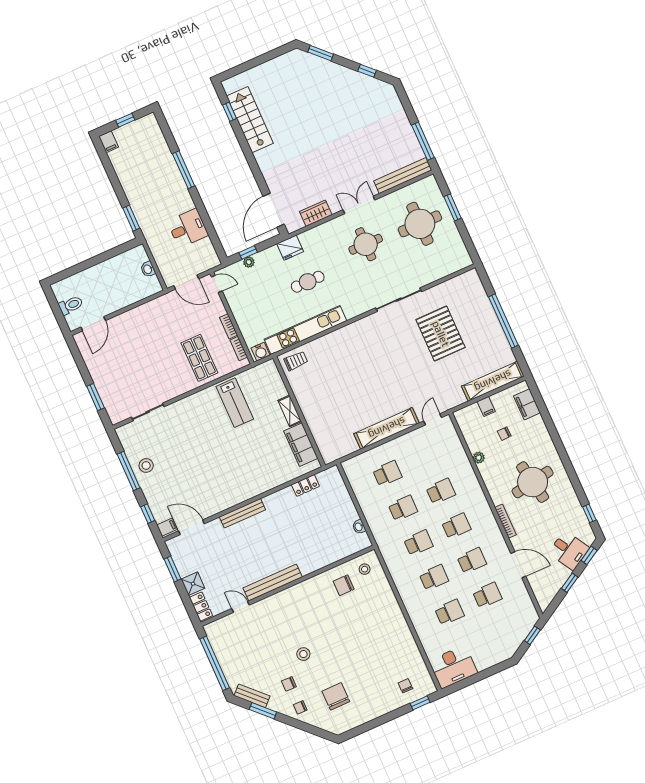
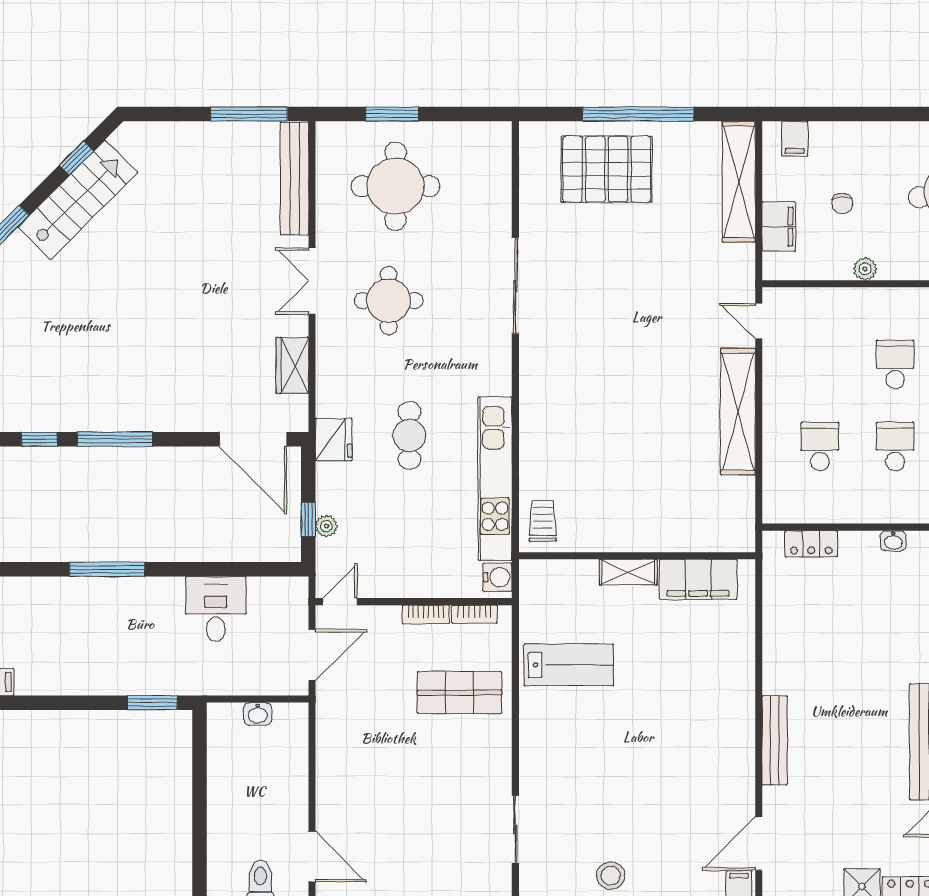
stairs: (250, 120) -> (78, 200), moved, turned 135
window: (245, 146) -> (115, 439), added
pallet: (441, 334) -> (607, 169), moved
filing cabinet: (527, 404) -> (795, 139), width x0.50
filing cabinet: (486, 406) -> (779, 226), width x2.00
locker: (305, 485) -> (811, 544), moved, turned 90

